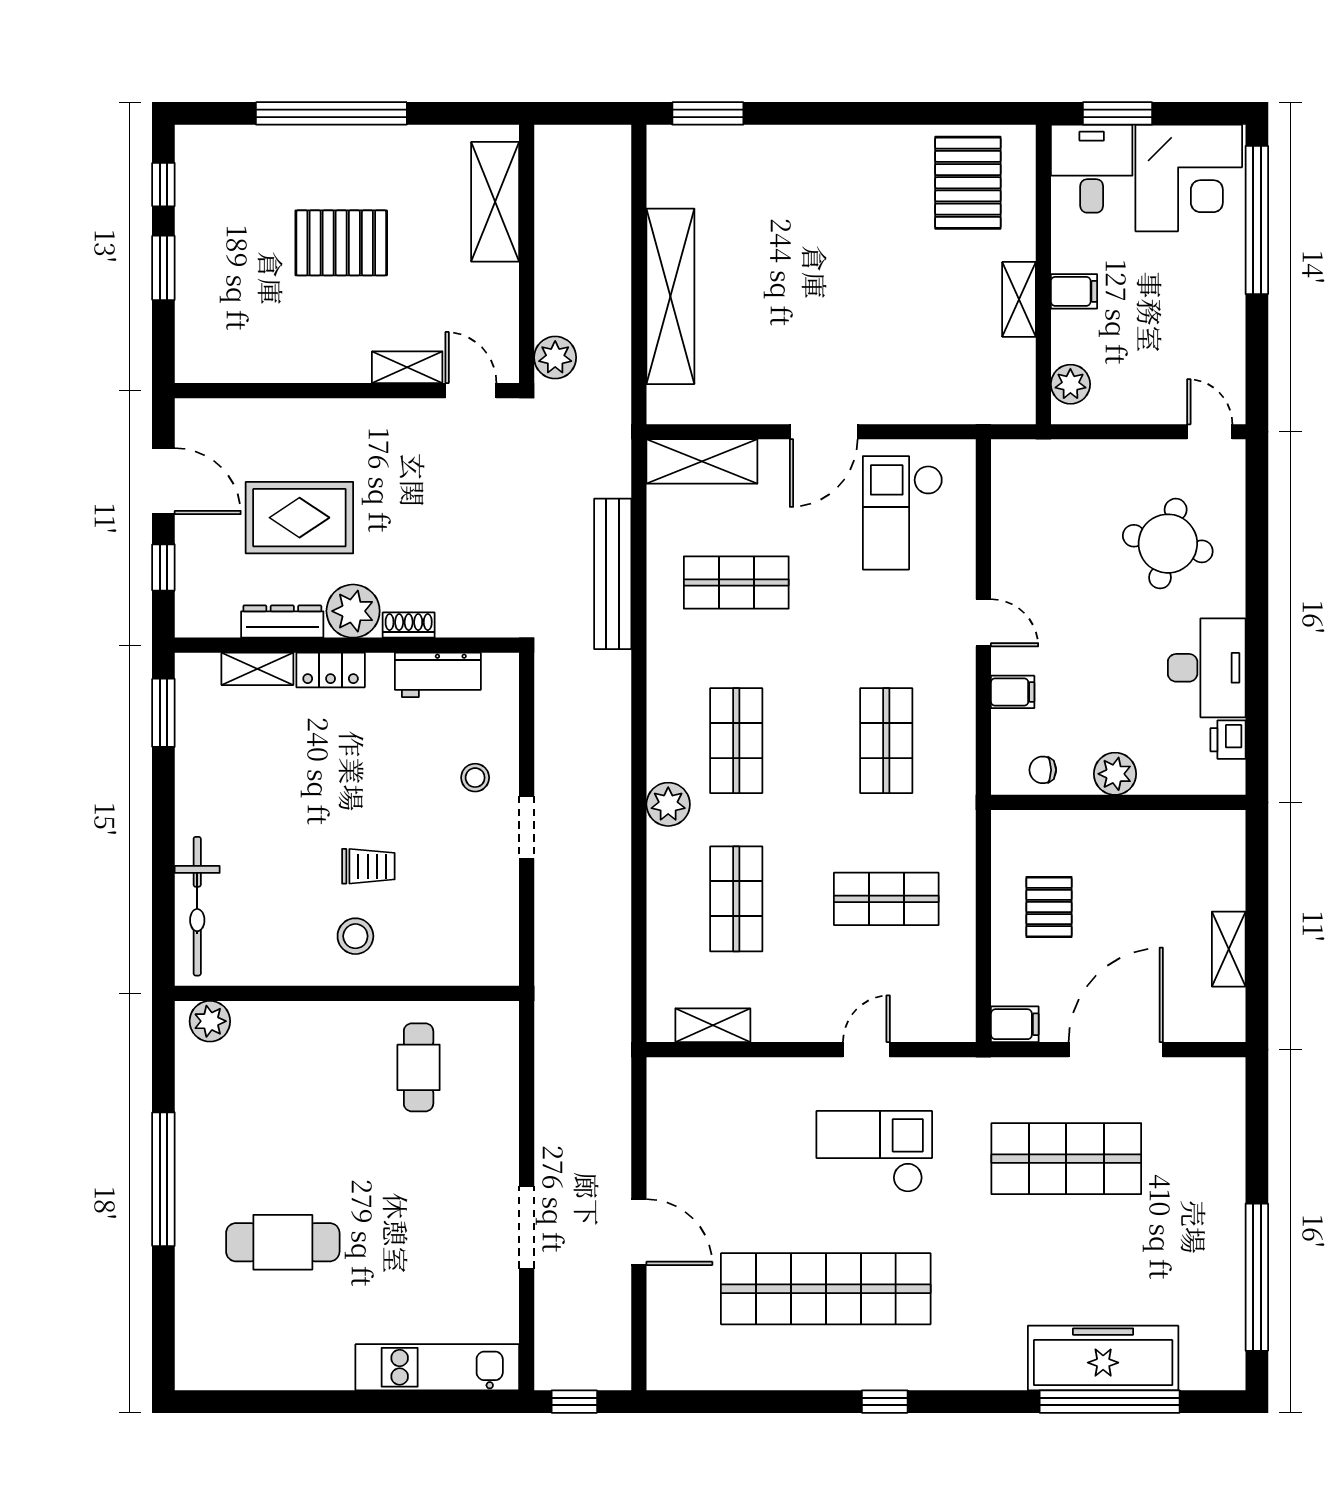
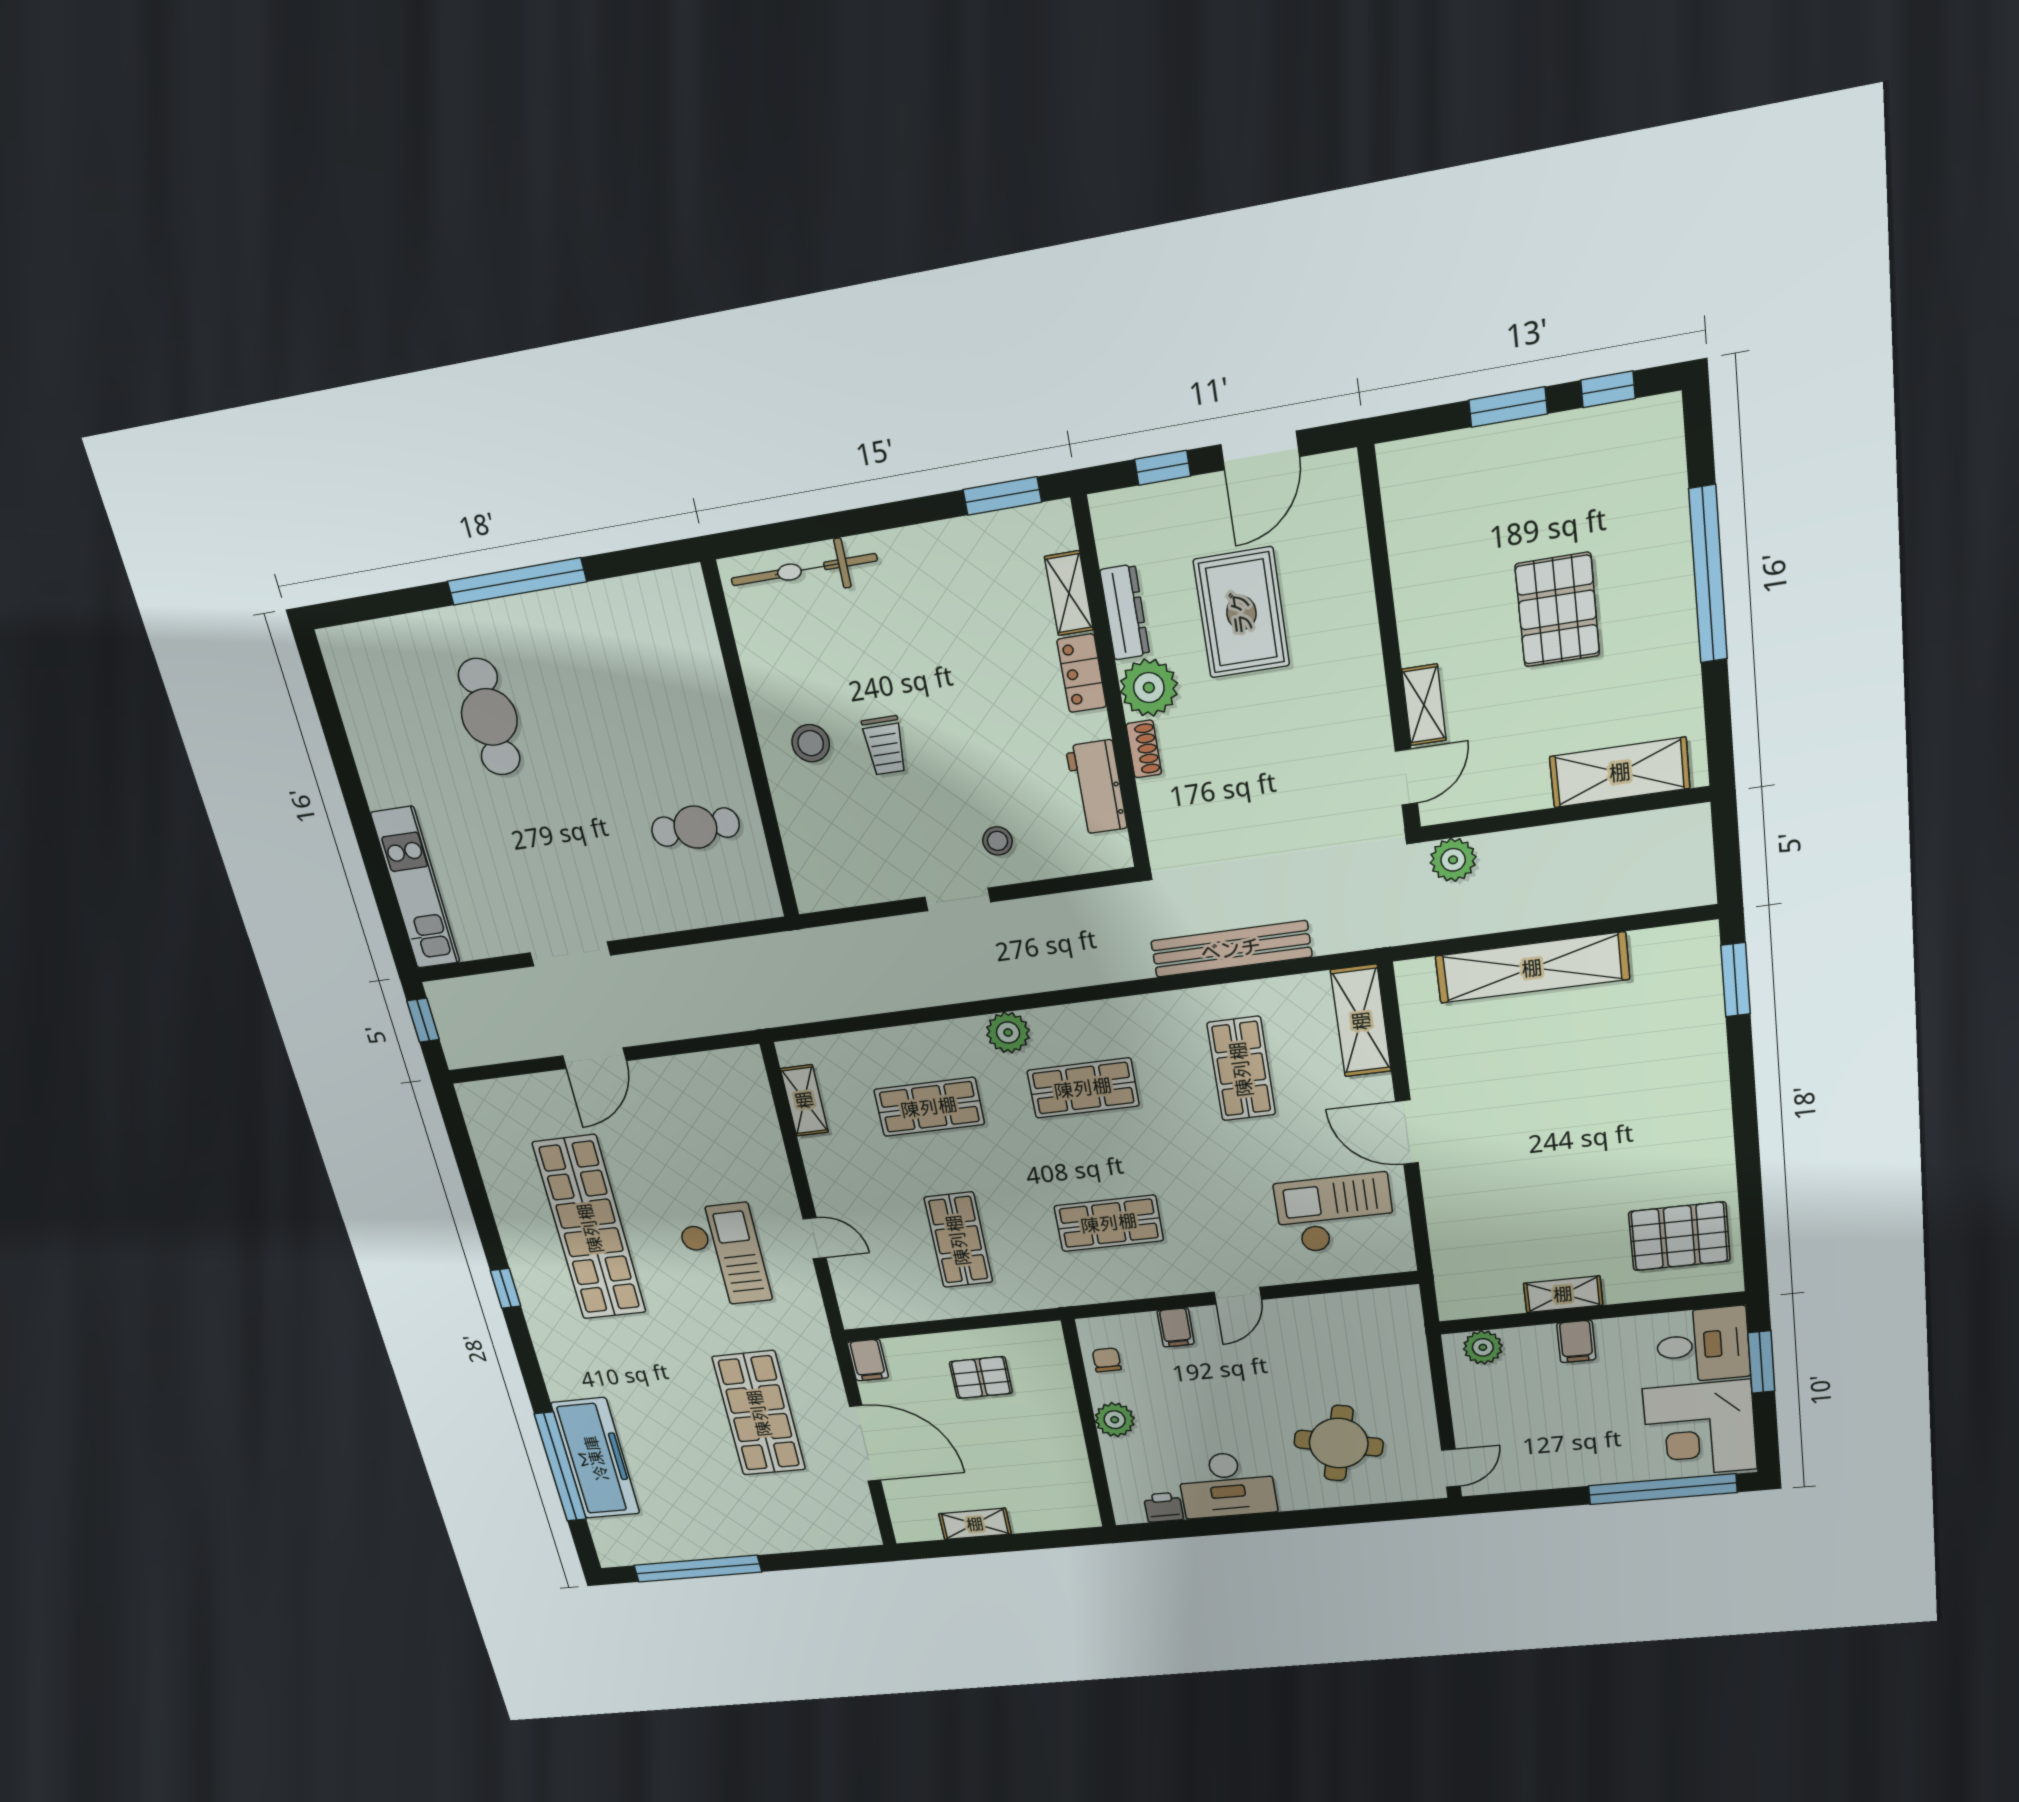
plant: (210, 1021) -> (689, 604), removed

